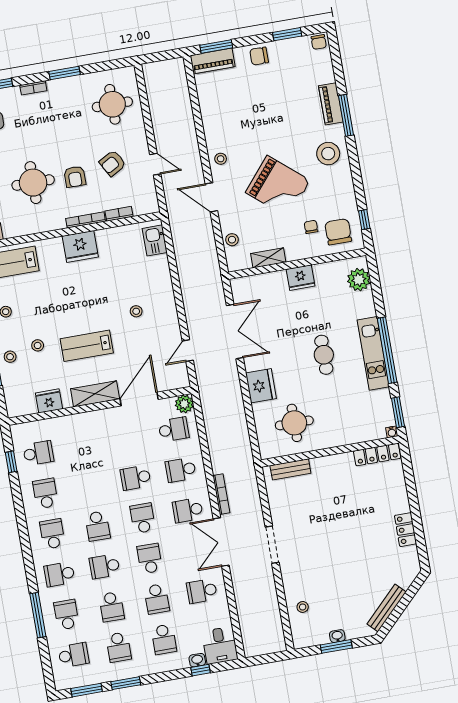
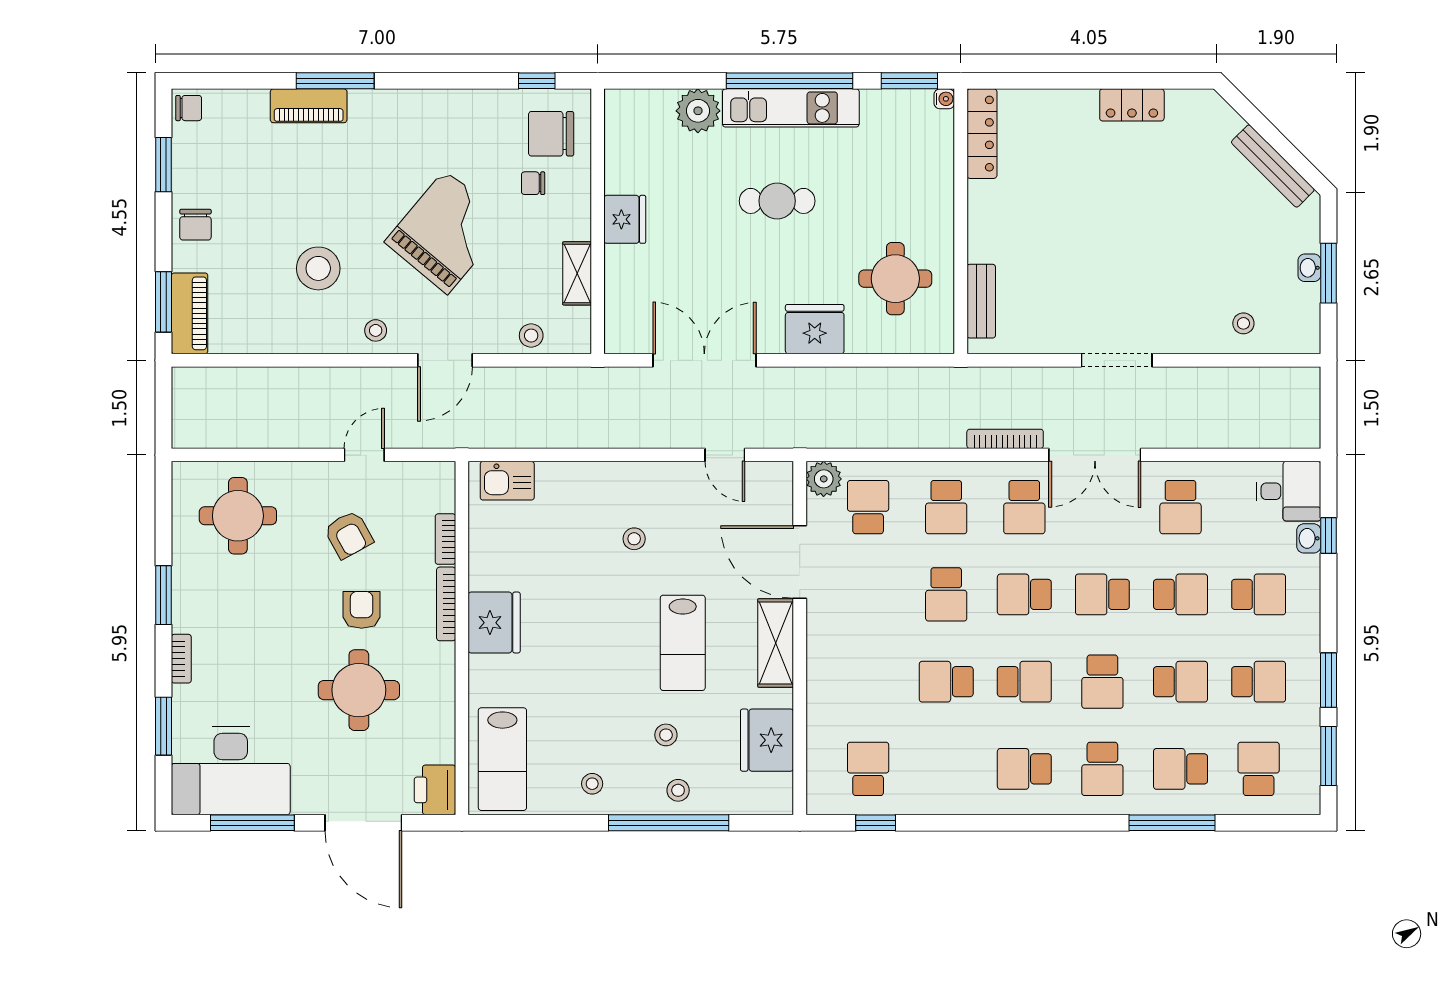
stool: (328, 154) -> (318, 268), moved
armchair: (75, 177) -> (362, 610), turned -90
plant: (359, 280) -> (698, 111), moved
fridge: (49, 401) -> (767, 740), width x1.36, depth x1.34
school desk: (45, 493) -> (946, 682), moved

